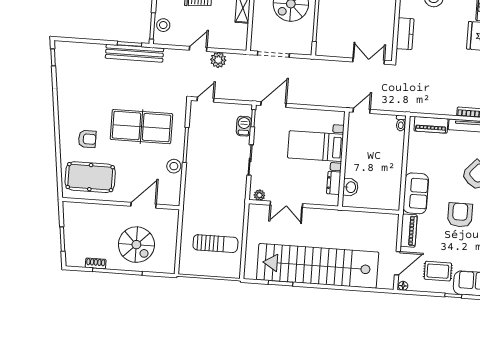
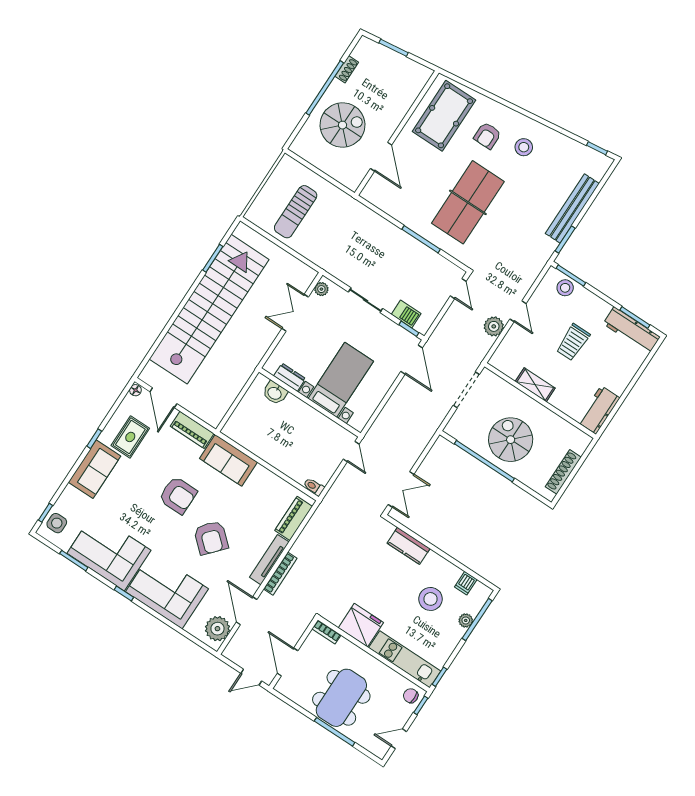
bench: (134, 53) -> (572, 208), moved
stool: (174, 166) -> (524, 147), moved
spiral stairs: (136, 245) -> (342, 125), turned 180

